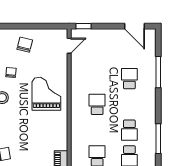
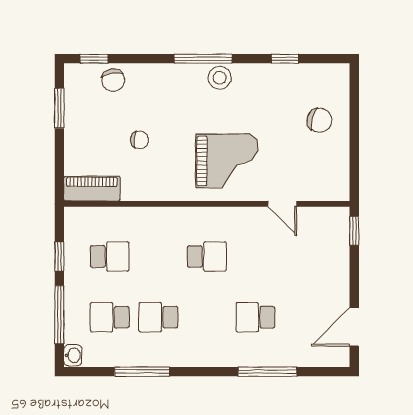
door: (69, 46) -> (282, 204), moved
chair: (11, 73) -> (139, 140), moved
school desk: (129, 79) -> (255, 317), turned 180

